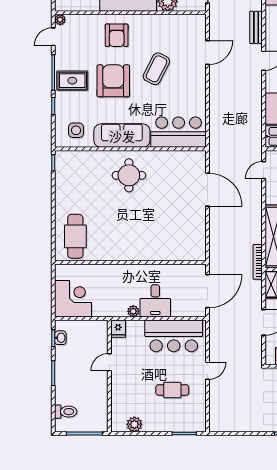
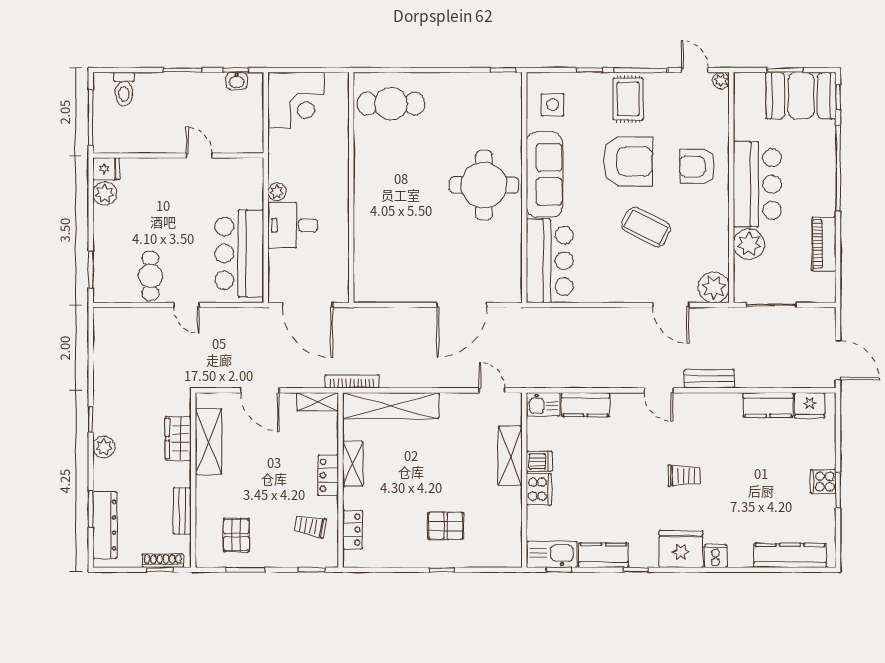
plant: (196, 24) -> (714, 287), added
round table: (129, 175) -> (484, 185), width x1.36, depth x1.36
fridge: (118, 329) -> (106, 169), moved, turned 180
cafe table: (172, 390) -> (151, 276), moved

